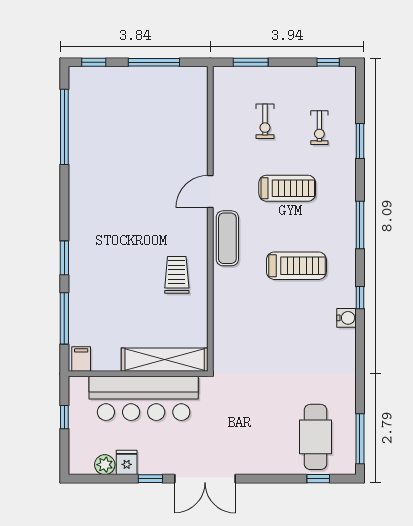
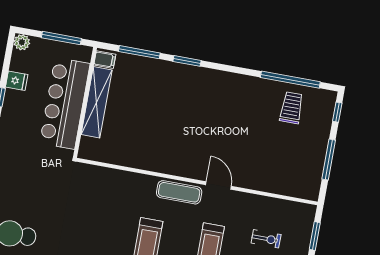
exercise bike: (265, 121) -> (266, 239), turned 180
trolley: (177, 275) -> (291, 108), moved, turned -90
shelving: (165, 360) -> (97, 102), moved
window: (64, 417) -> (61, 38), width x2.17
plant: (105, 465) -> (22, 42), moved

